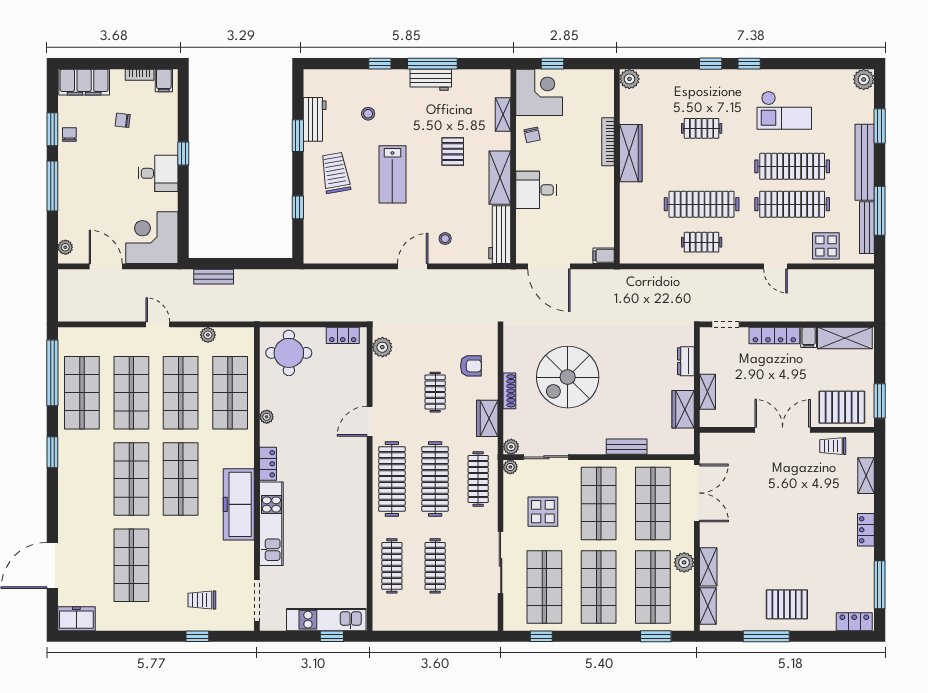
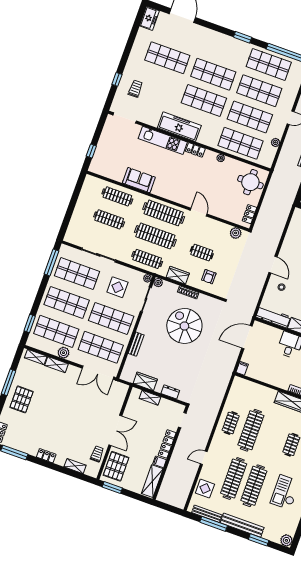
sofa: (352, 540) -> (139, 180), added
kitchen unit: (326, 620) -> (101, 151), removed
window: (541, 636) -> (51, 262), width x2.17

